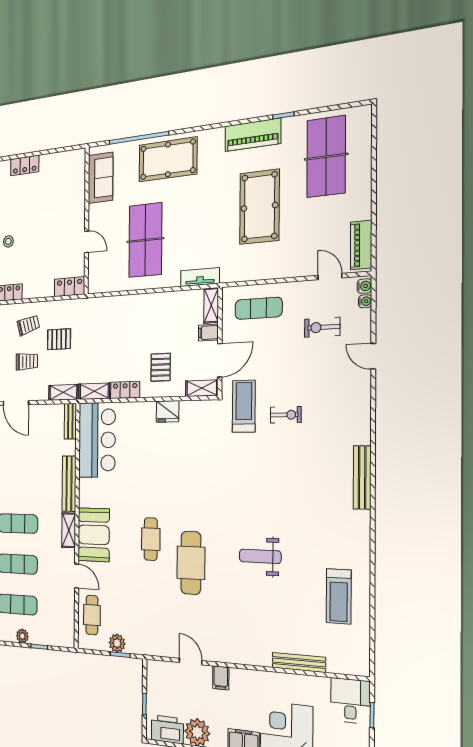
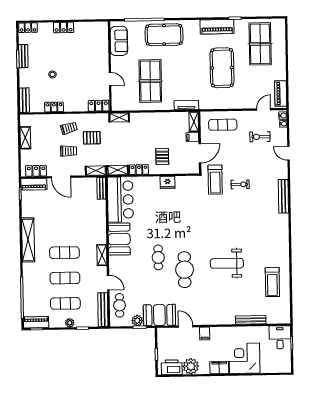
door: (330, 277) -> (264, 109), hinge flipped
shelving: (202, 388) -> (119, 118), moved
treadmill: (244, 406) -> (215, 180), turned 180
bench: (362, 477) -> (283, 196), moved
bench: (69, 484) -> (103, 310), moved
booth: (94, 535) -> (119, 239), moved
weight bench: (260, 556) -> (227, 263), width x1.36, depth x1.33
booth: (150, 638) -> (159, 315), added

